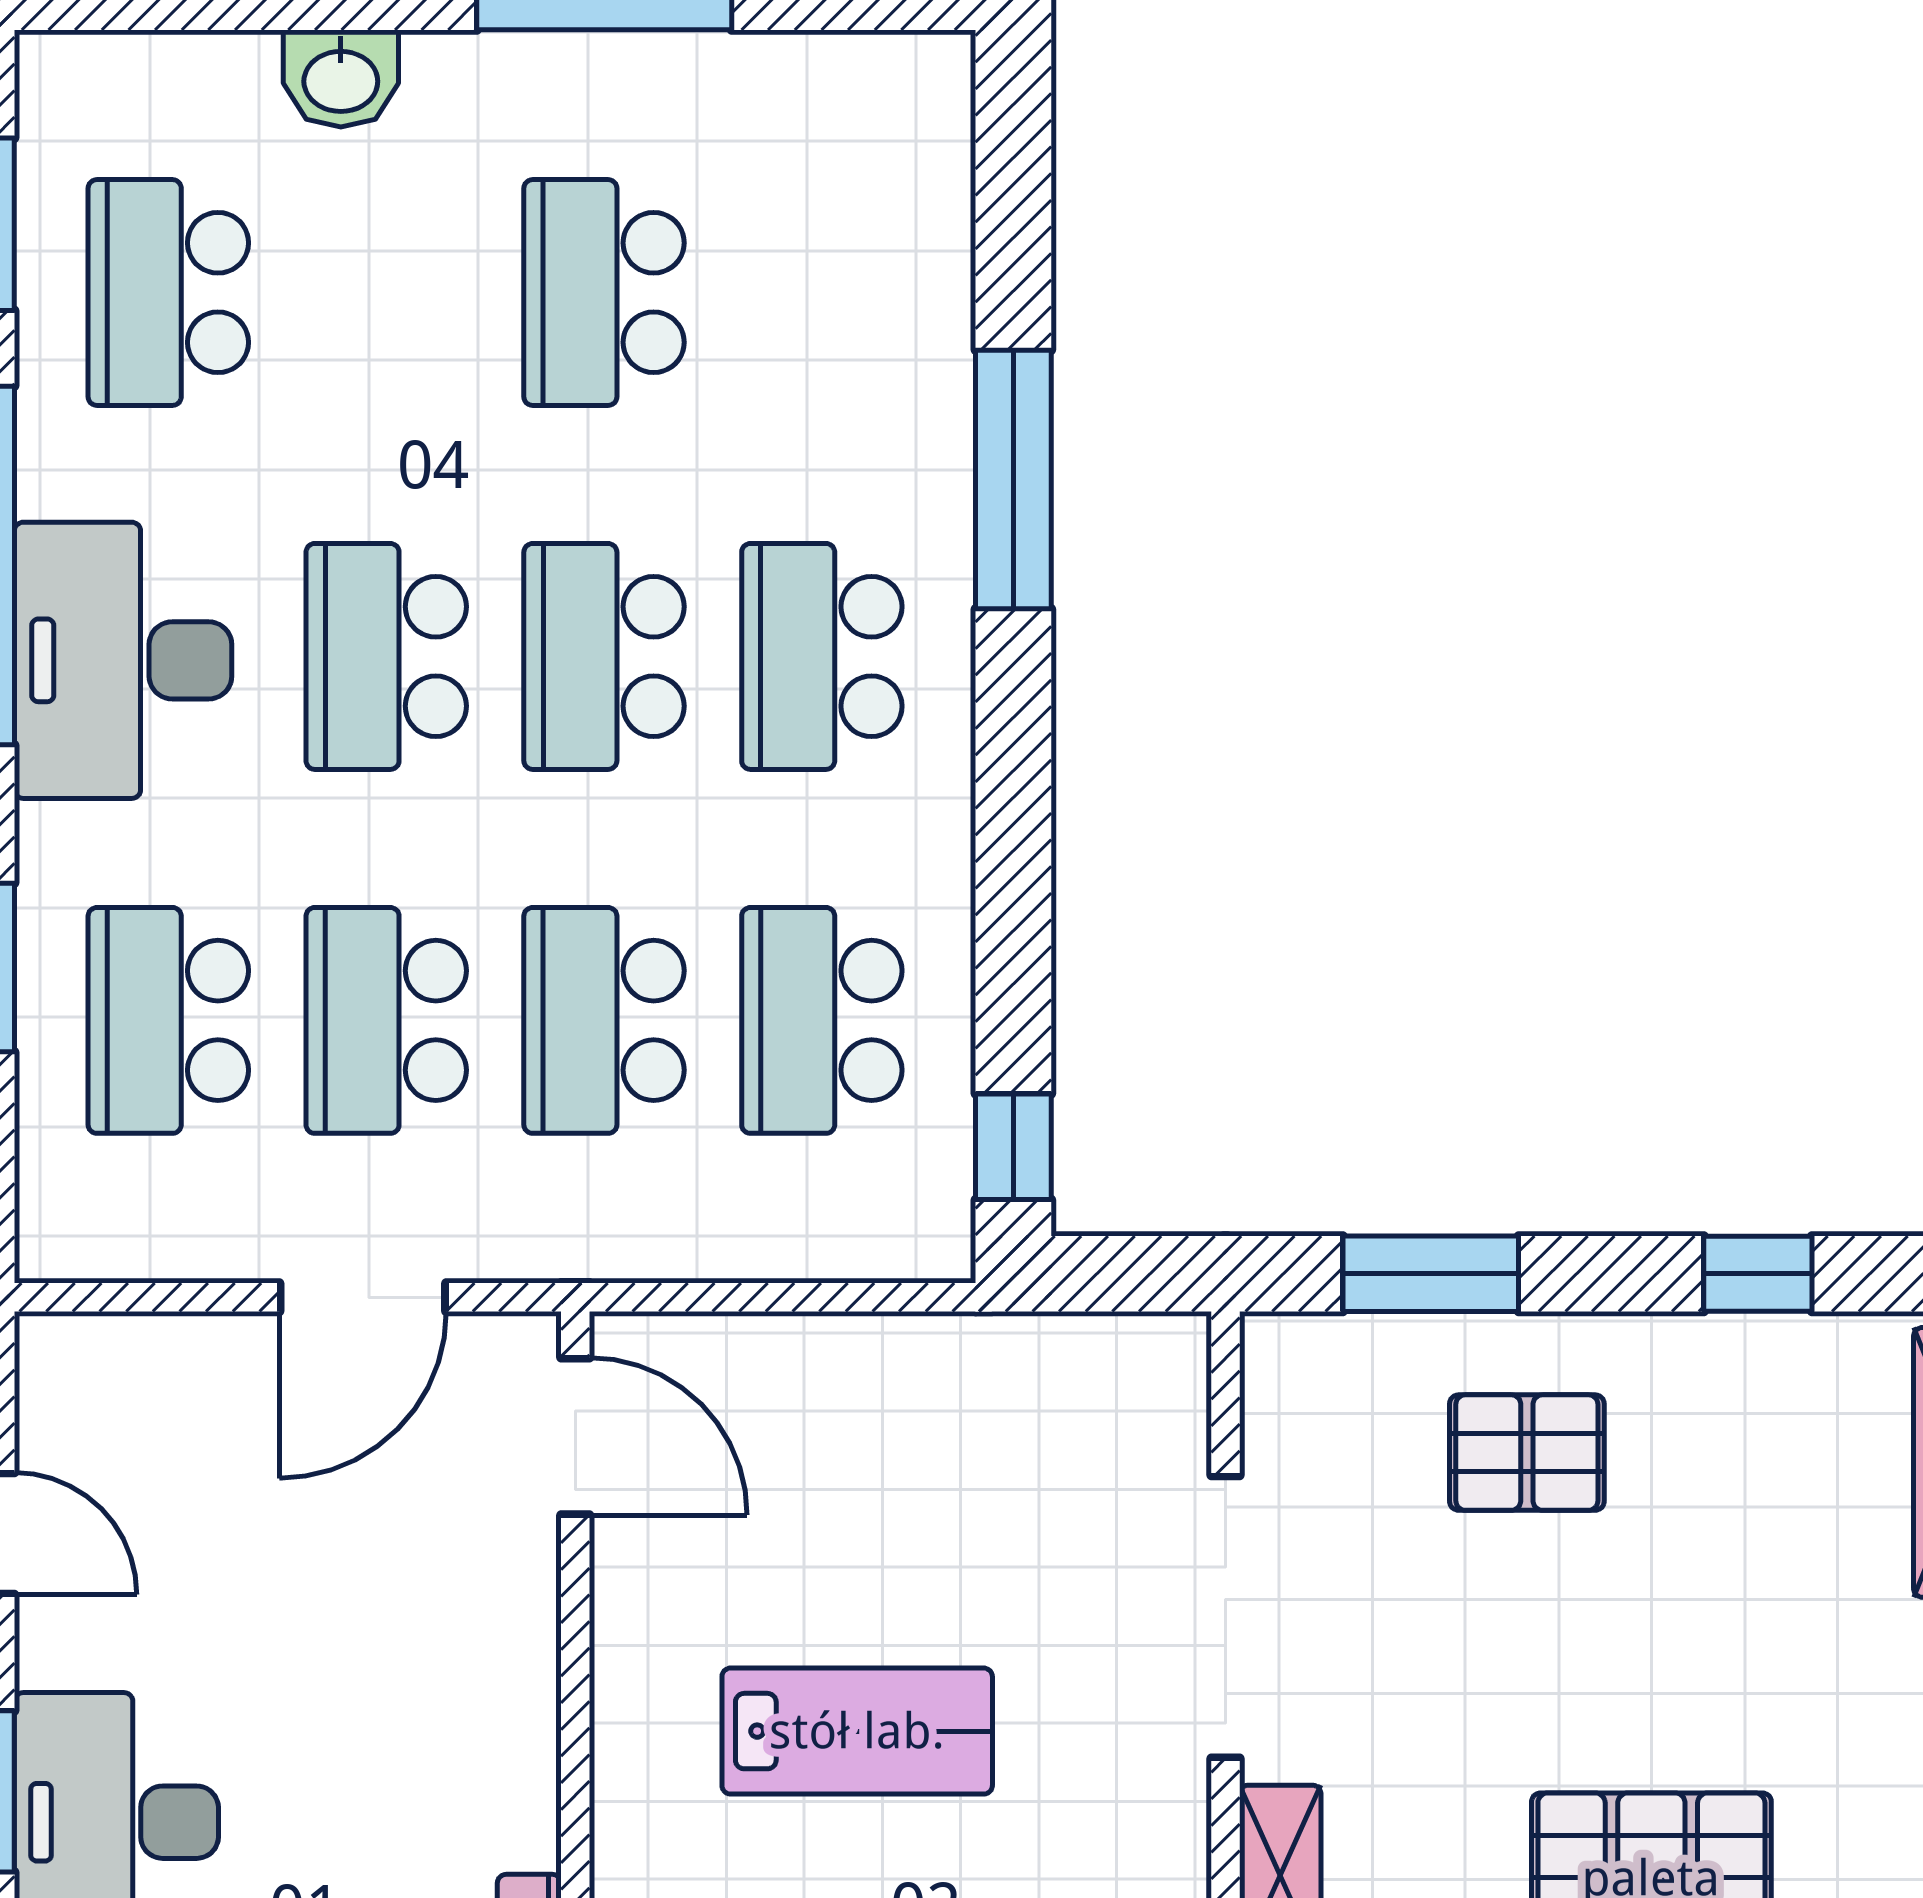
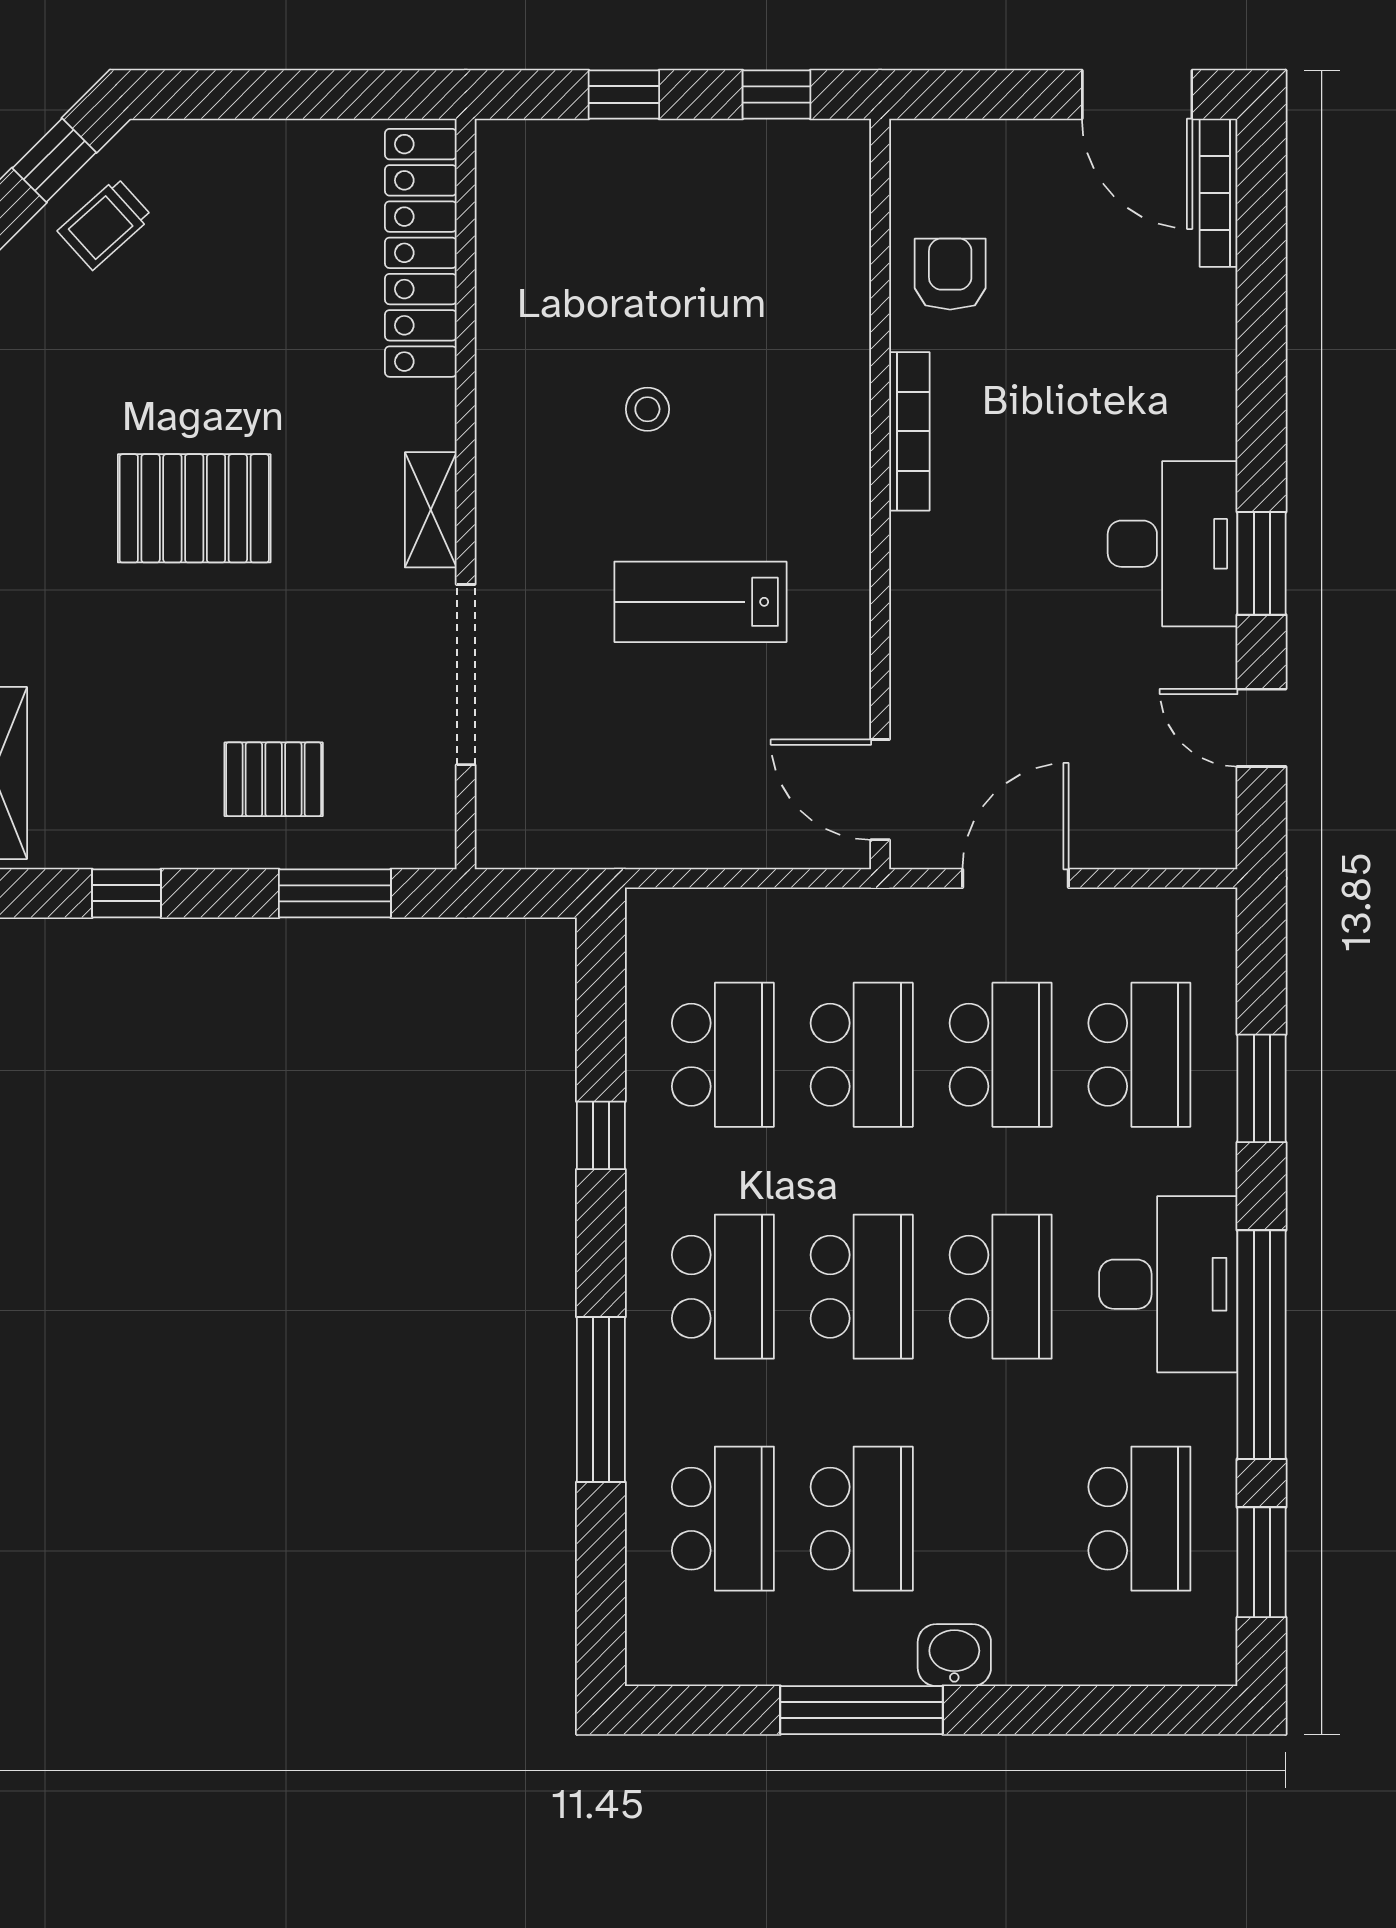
washbasin: (341, 78) -> (954, 1655), moved
school desk: (822, 293) -> (723, 1519), added
window: (1013, 1147) -> (601, 1135), moved

